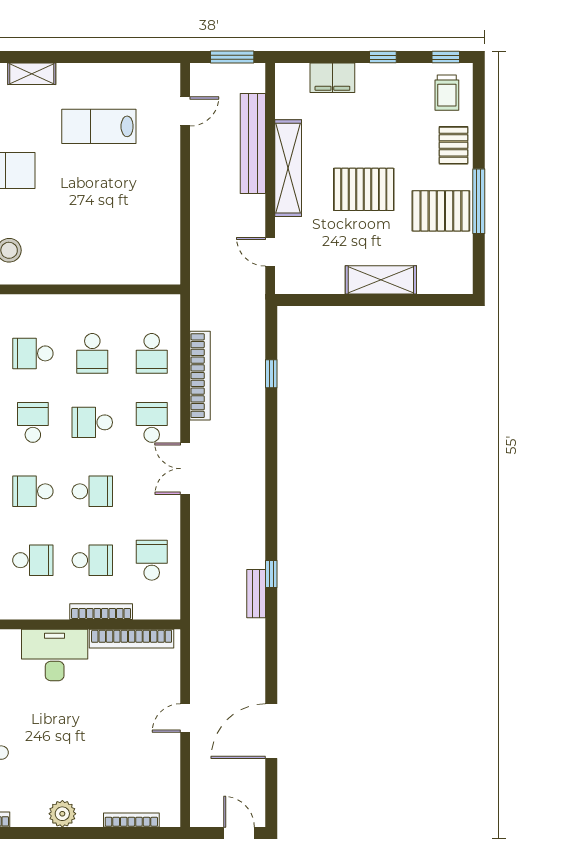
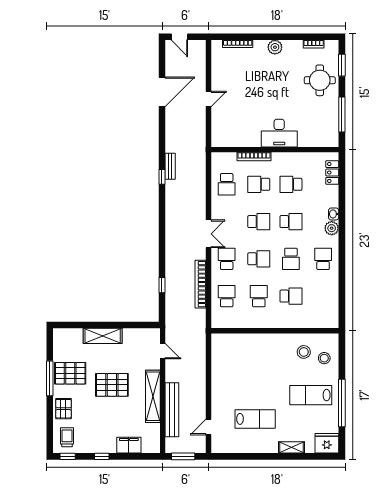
school desk: (152, 422) -> (227, 259), turned 180
school desk: (92, 491) -> (259, 222), turned 180
bookcase: (132, 639) -> (238, 142), removed

